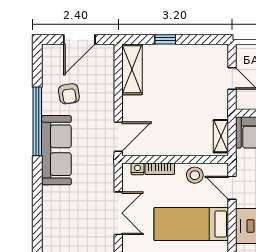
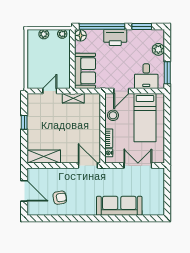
window: (165, 39) -> (24, 122), moved
window: (37, 121) -> (78, 218), removed
shelving: (221, 136) -> (73, 98), moved
sofa: (56, 150) -> (119, 206), moved

